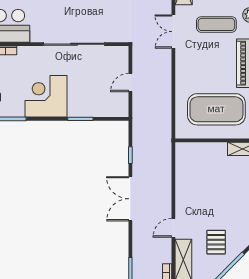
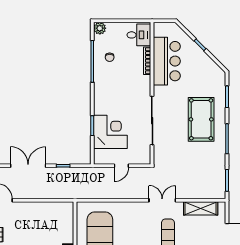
door: (130, 83) -> (121, 166), swing flipped
corner desk: (46, 96) -> (110, 132), moved

